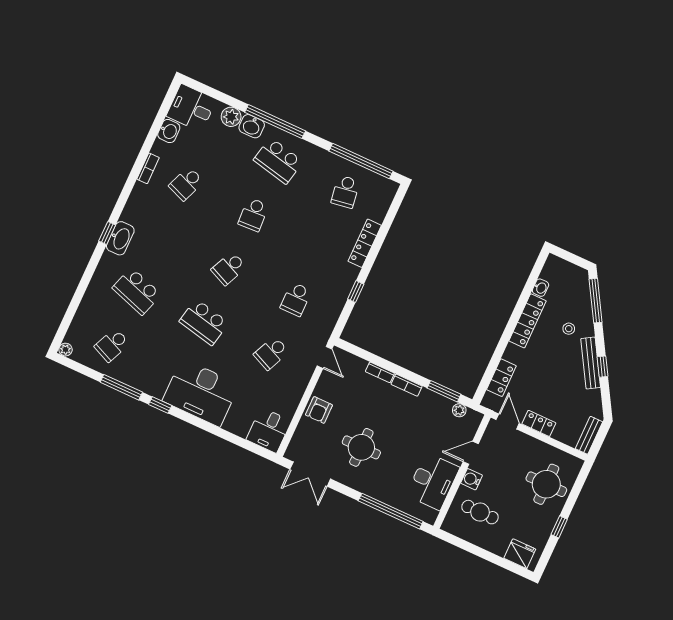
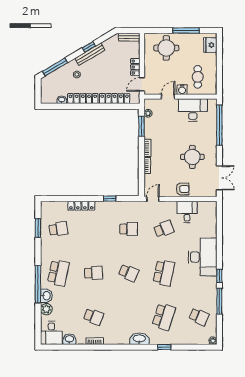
window: (361, 161) -> (38, 228), width x0.47
window: (107, 233) -> (164, 347), moved
school desk: (271, 353) -> (164, 229), turned -45
locker: (501, 378) -> (115, 99), width x1.53
desk: (269, 430) -> (187, 212), moved, turned -90
door: (471, 453) -> (168, 97), swing flipped
window: (559, 527) -> (186, 30), width x2.17

